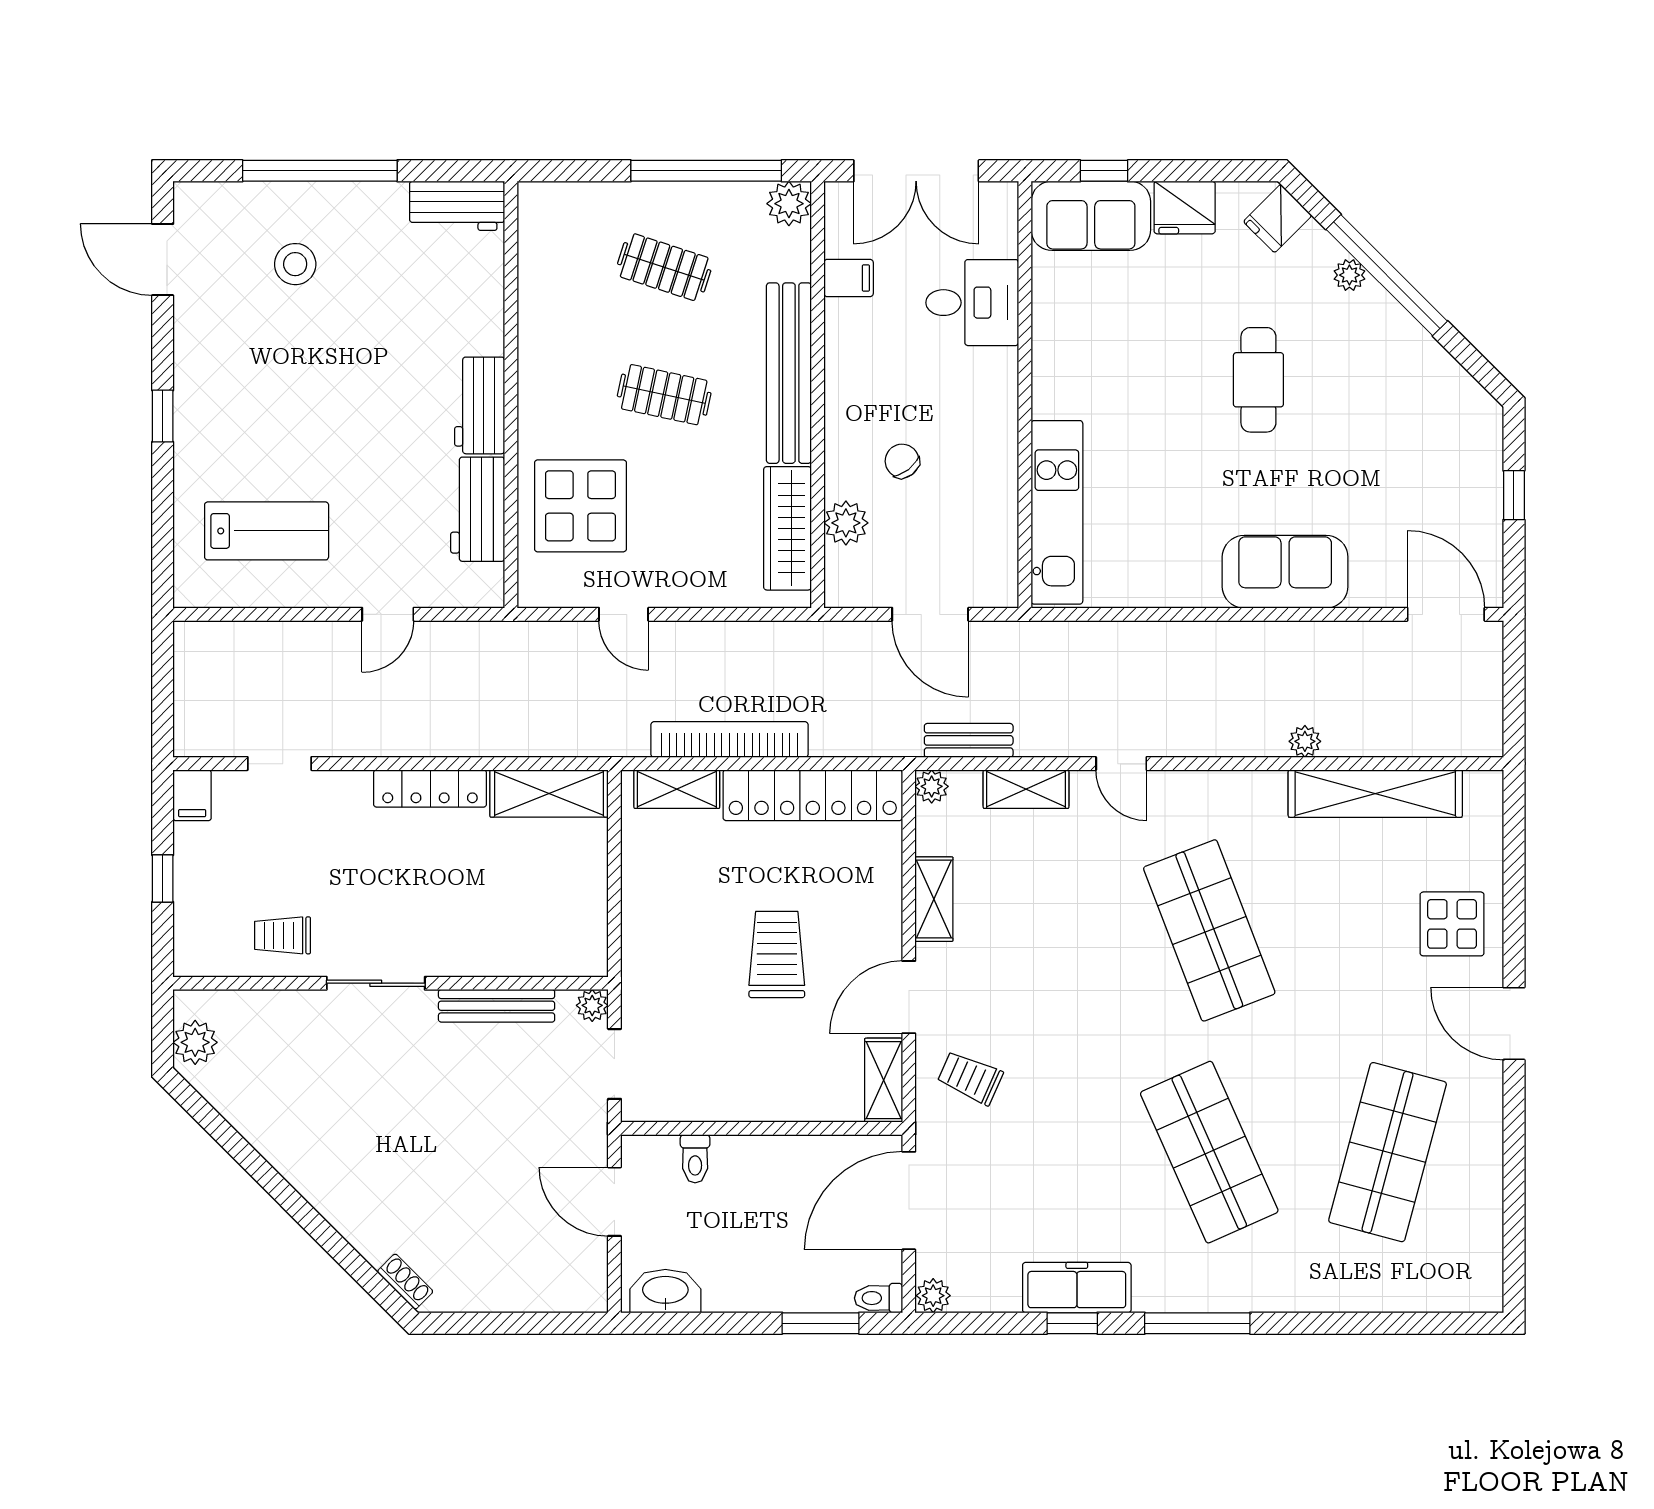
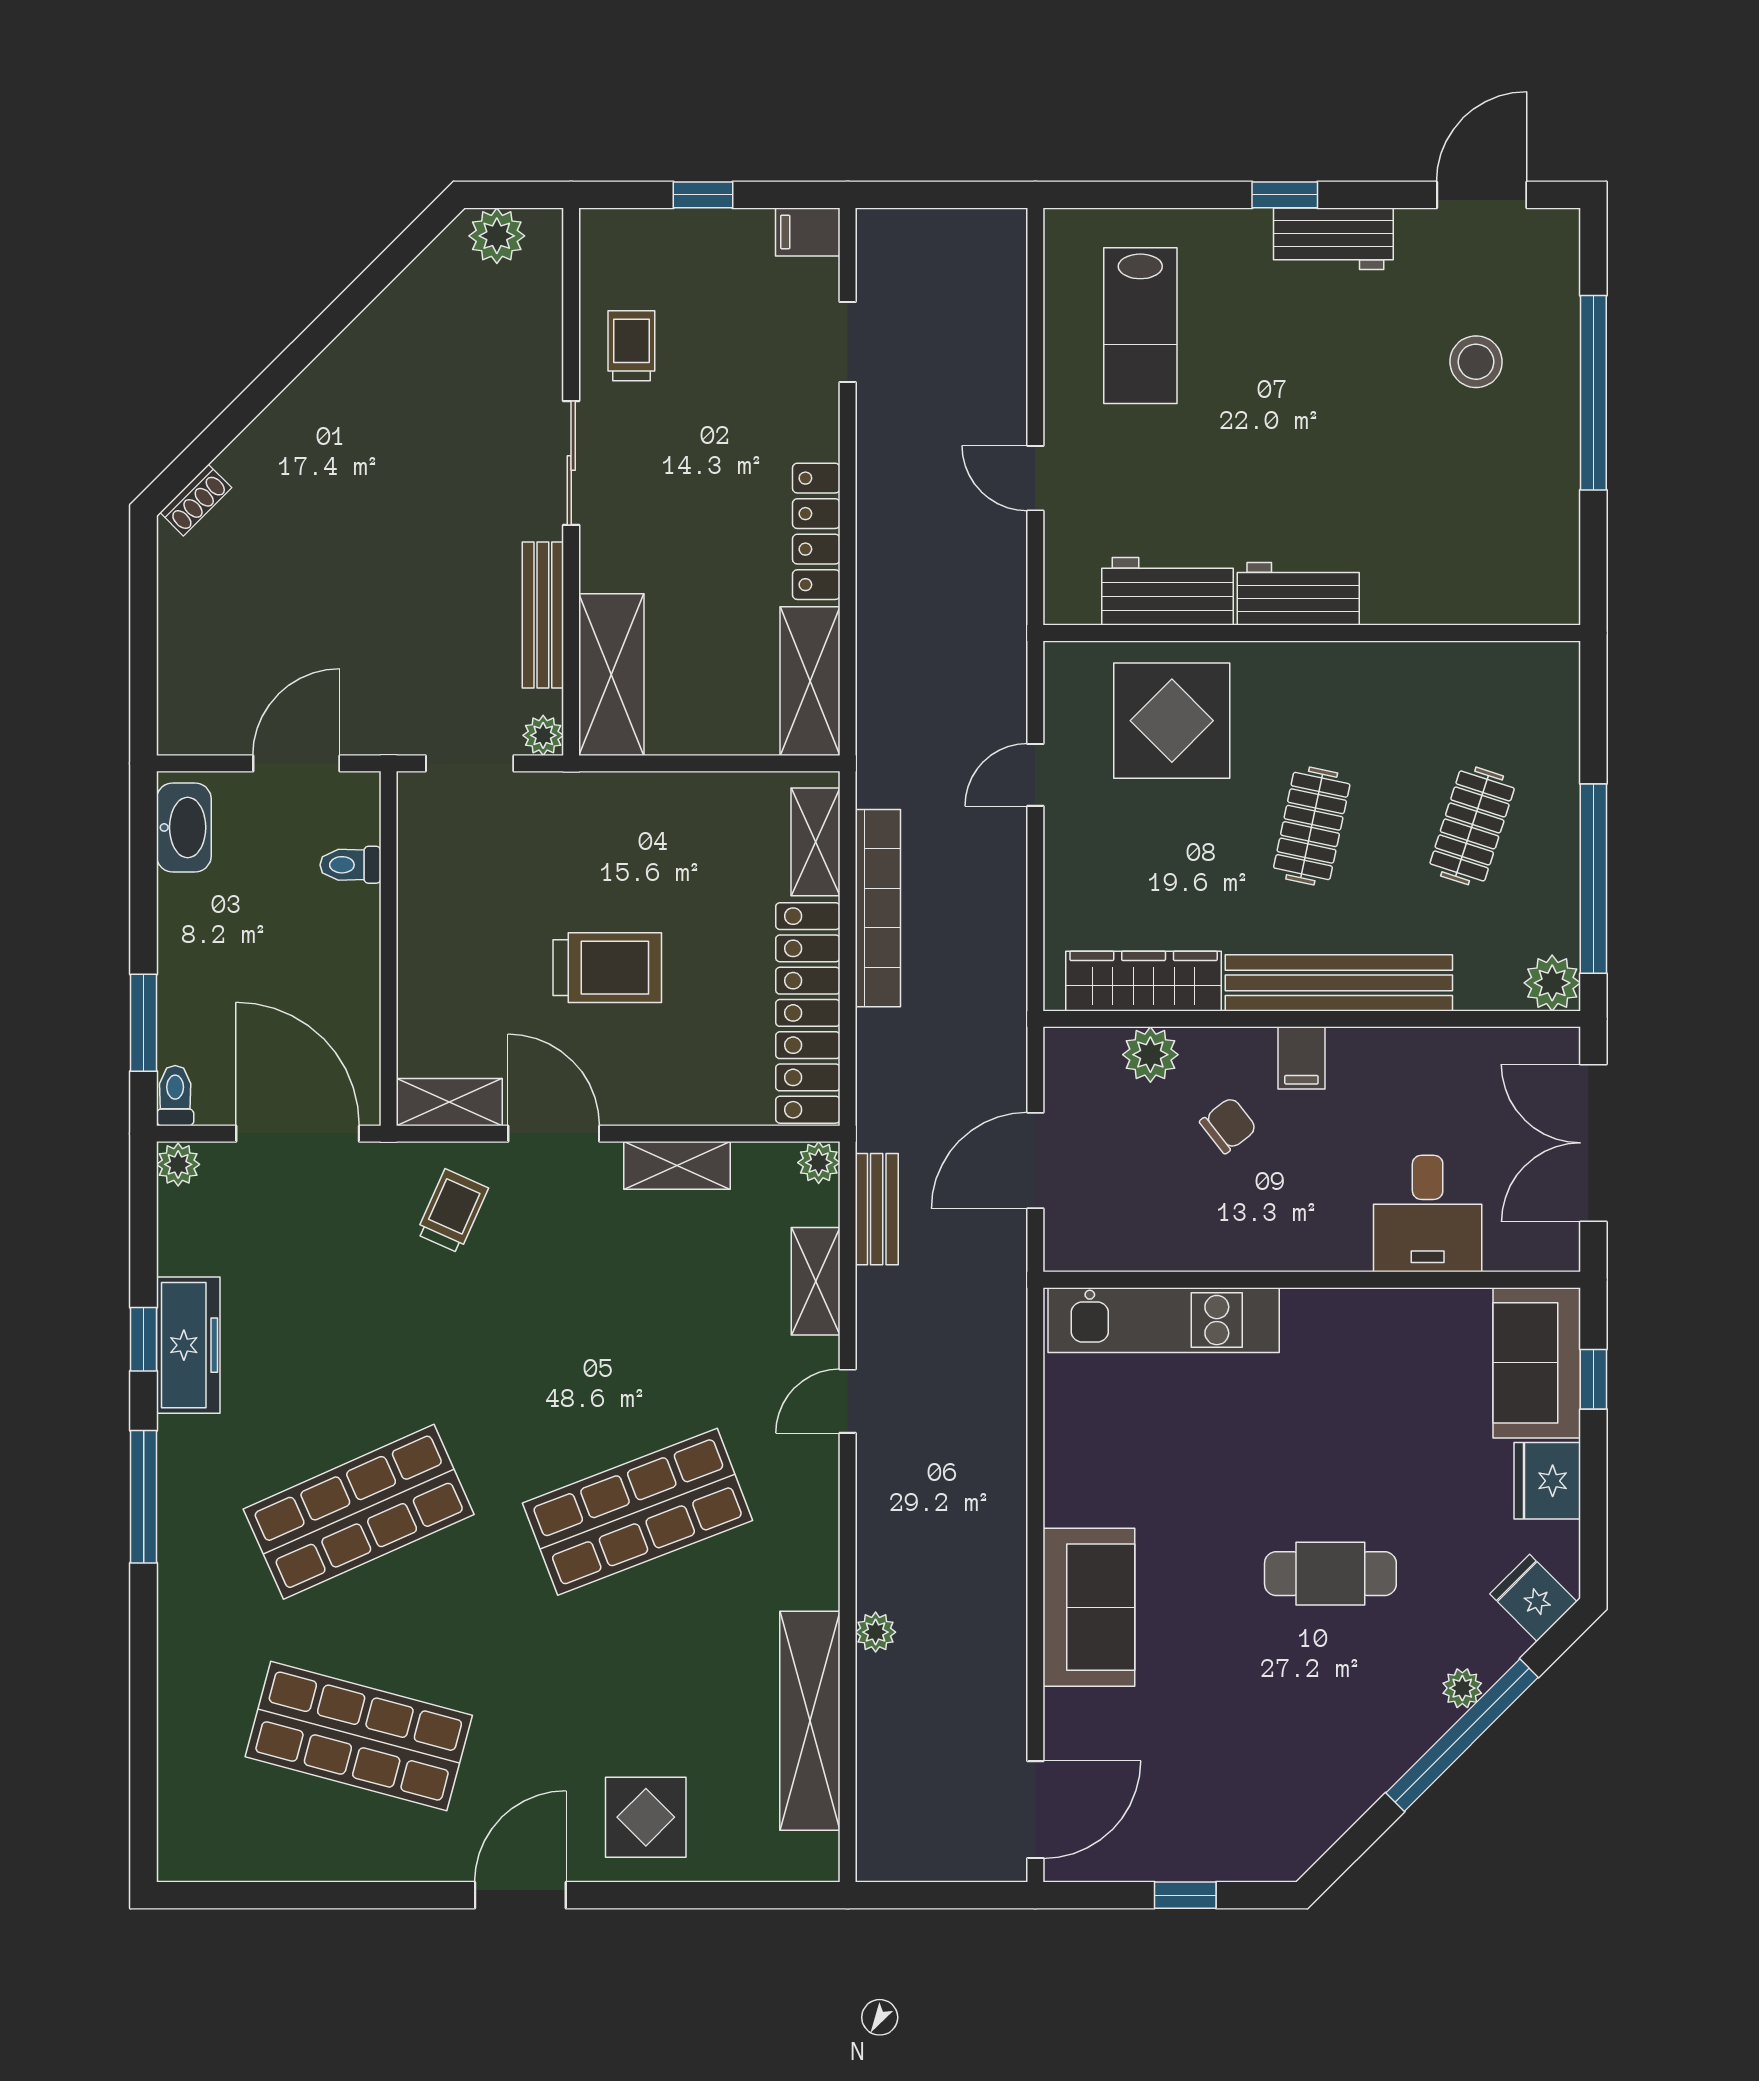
workbench: (457, 206) -> (1333, 239), moved, turned -90
filing cabinet: (849, 278) -> (1301, 1058), moved
shelving: (544, 951) -> (611, 675), added

